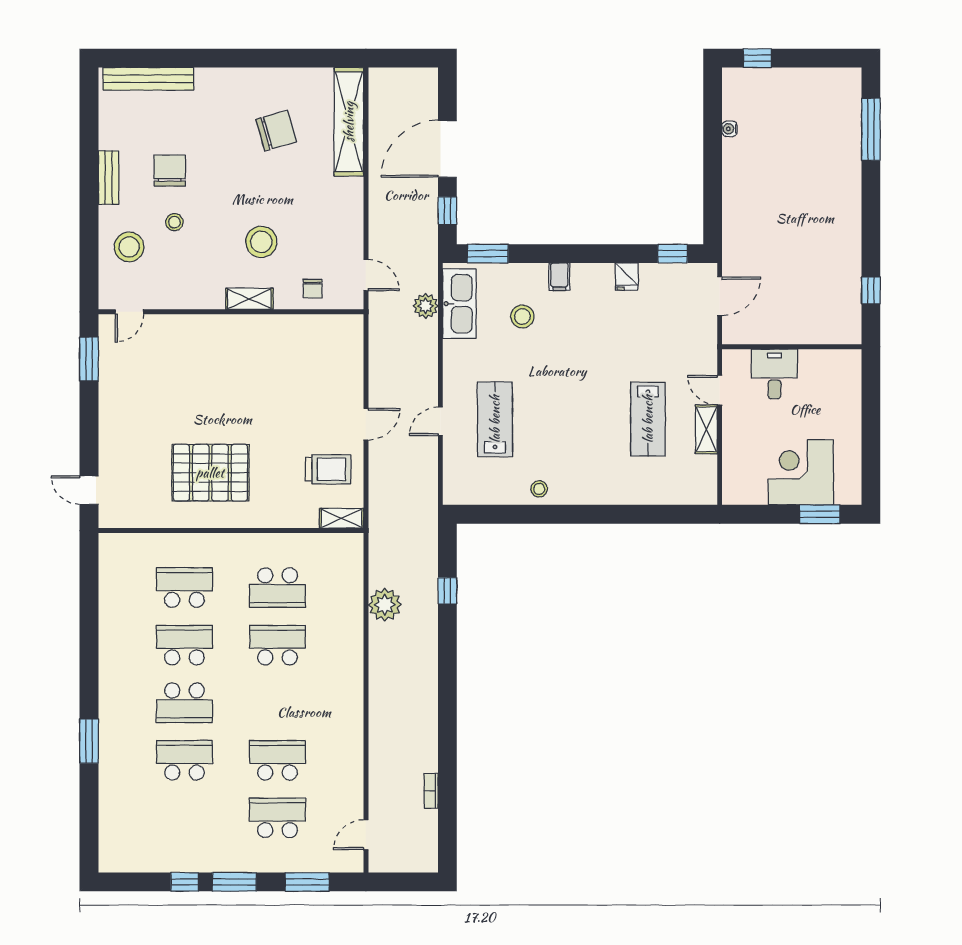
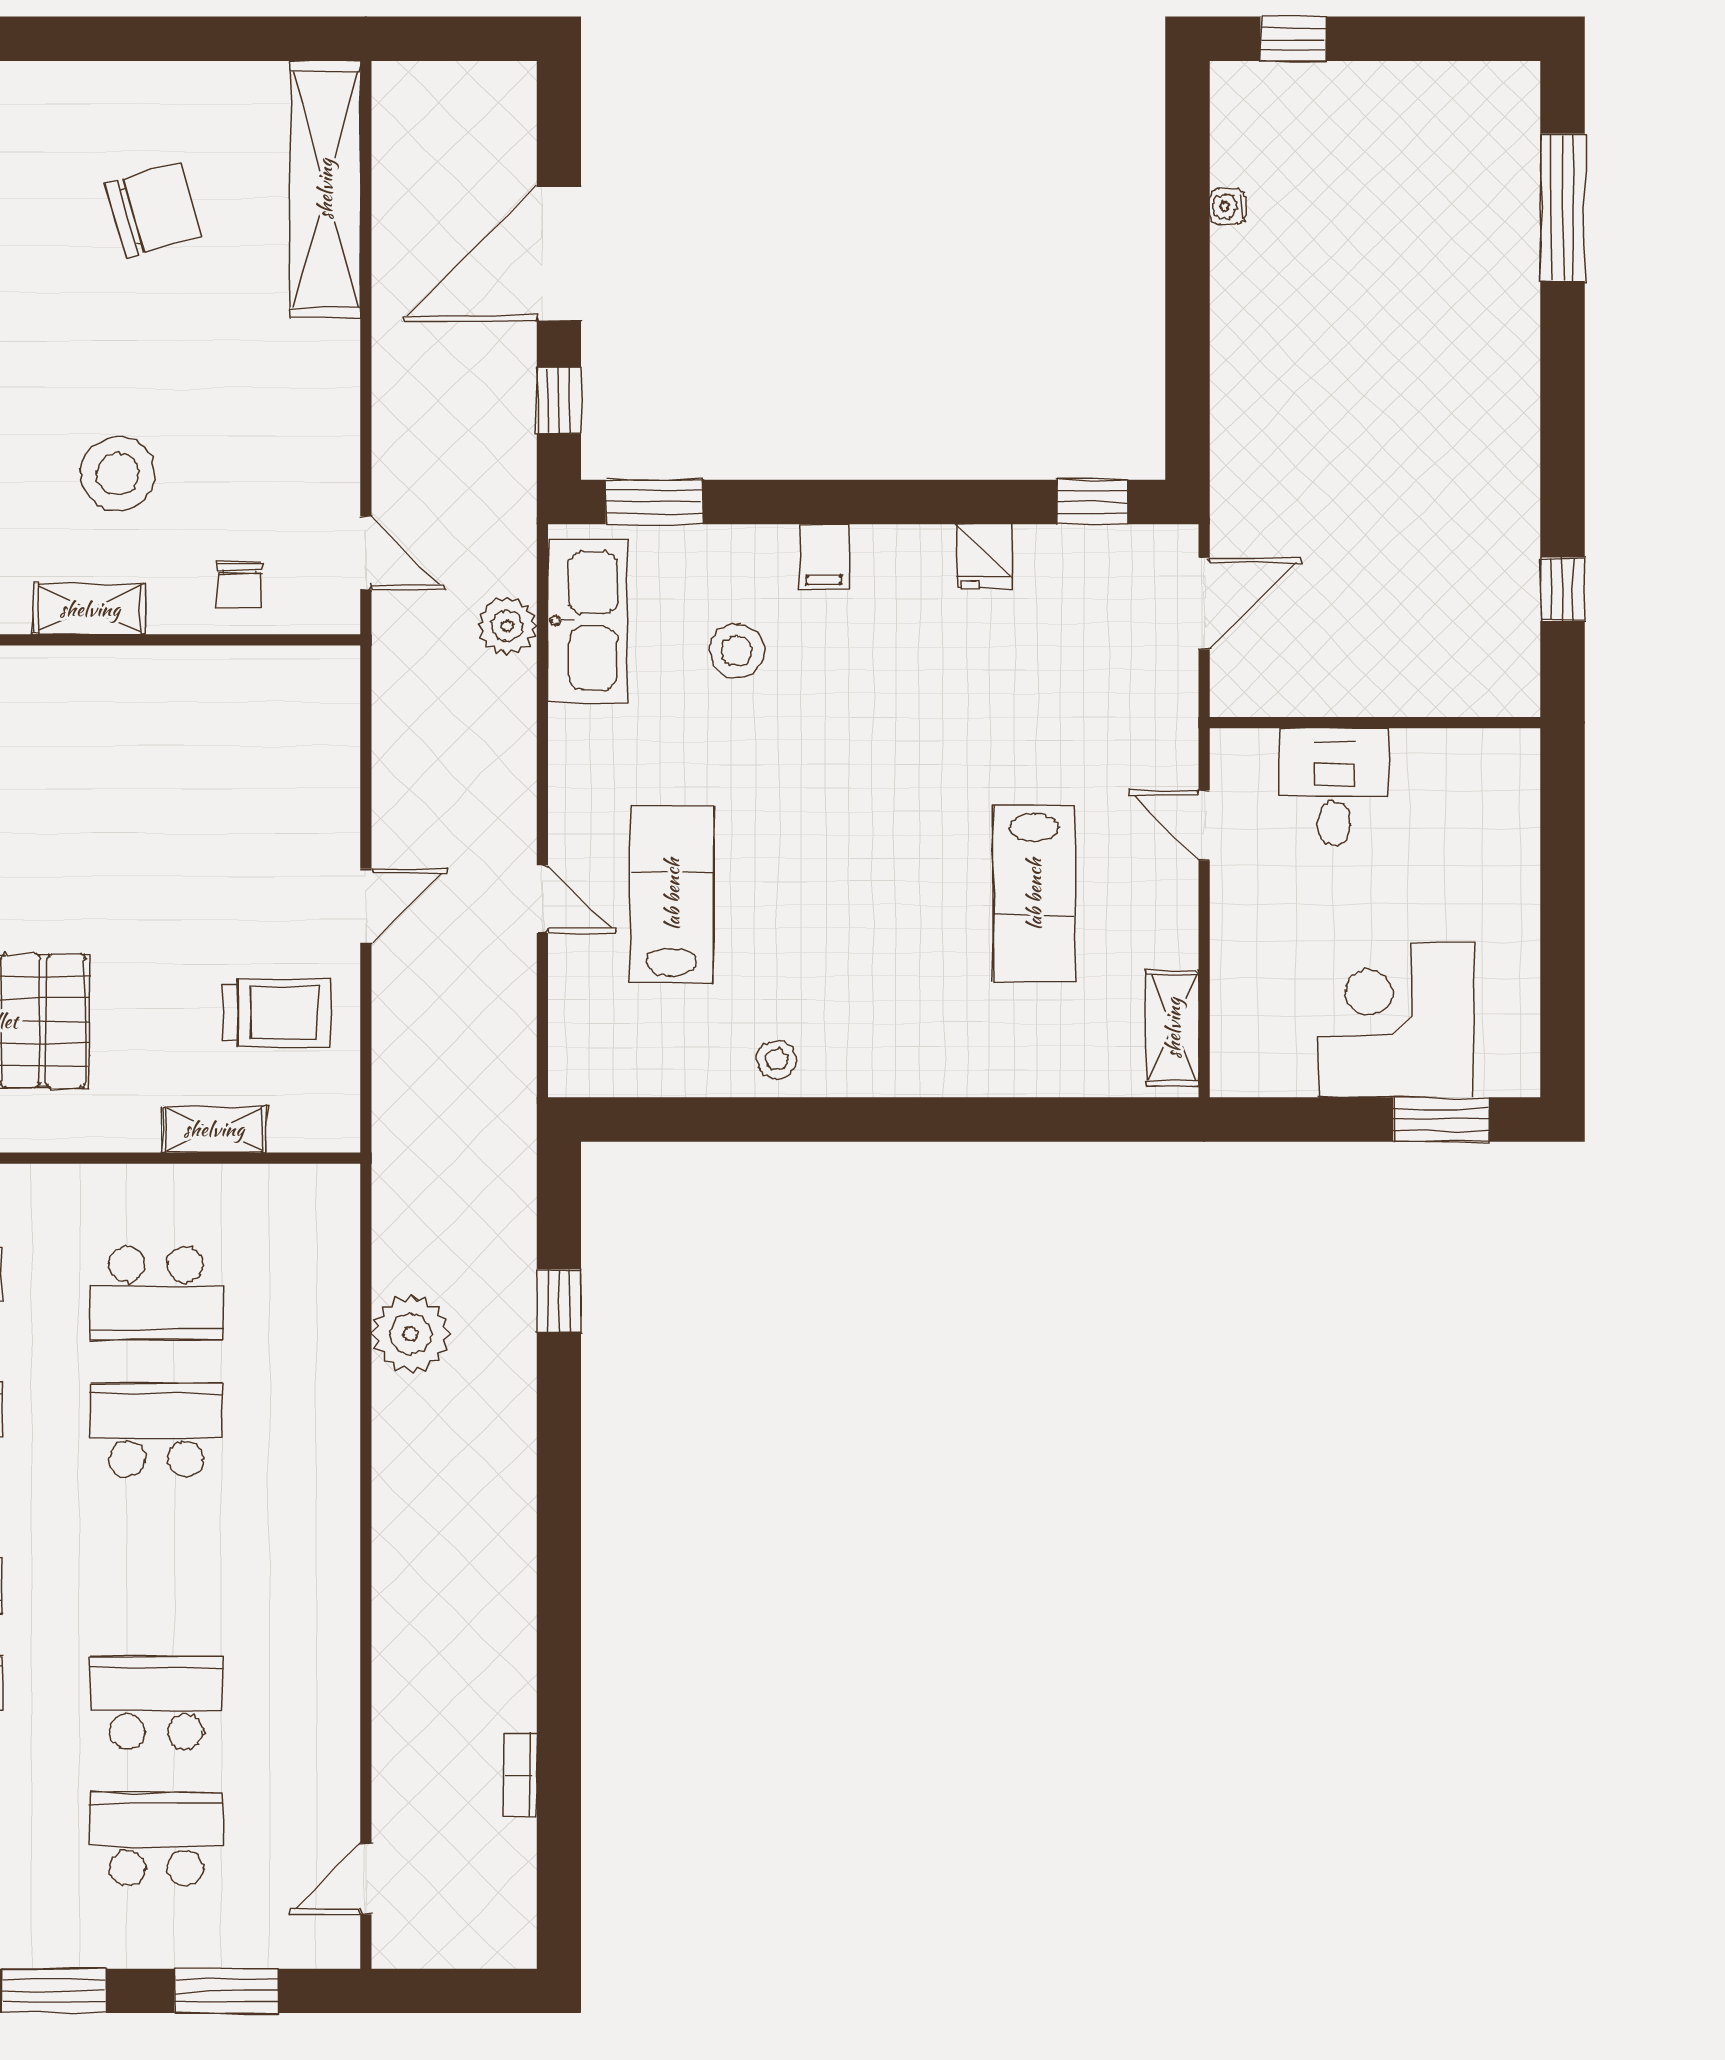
door: (440, 421) -> (542, 899), swing flipped
shelving: (706, 429) -> (1173, 1028), moved
shelving: (342, 518) -> (214, 1129), moved

